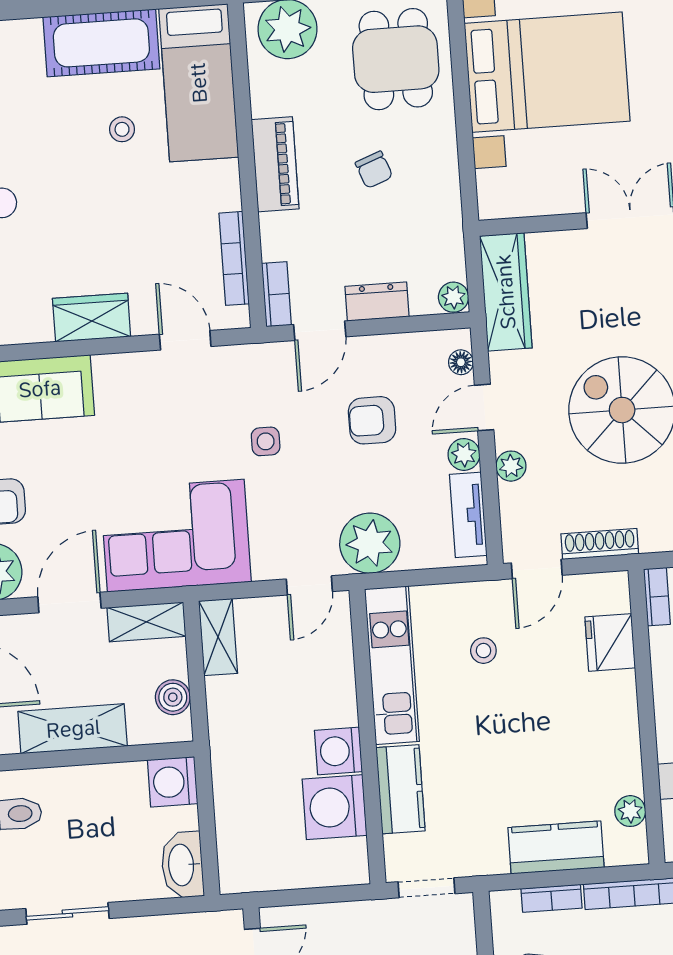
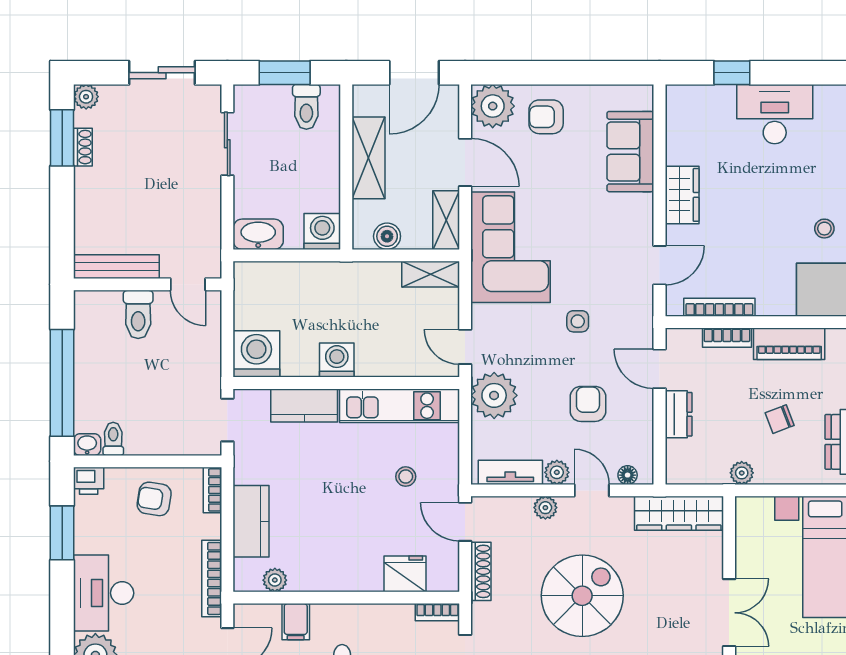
bookcase: (276, 294) -> (727, 338), moved
plant: (453, 297) -> (742, 473), moved
washing machine: (334, 807) -> (256, 354), moved
bookcase: (552, 898) -> (212, 490), moved

